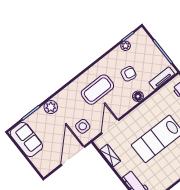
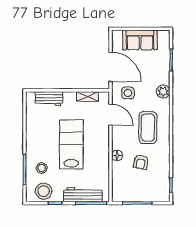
plant: (126, 46) -> (165, 177), removed
tv unit: (162, 78) -> (117, 186), removed
plant: (51, 107) -> (163, 91), moved
sofa: (26, 140) -> (140, 40), moved

